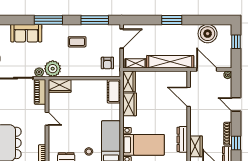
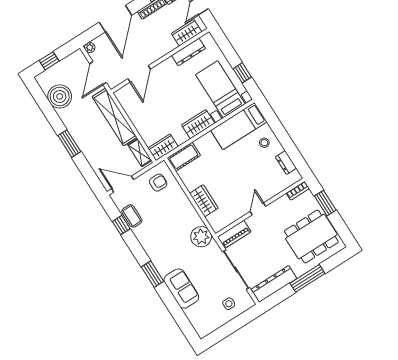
window: (48, 20) -> (152, 274), width x0.69
window: (95, 20) -> (121, 225), width x0.46
coffee table: (77, 42) -> (132, 216), moved
plant: (39, 72) -> (214, 249), removed
wardrobe: (60, 86) -> (204, 201), moved
wardrobe: (130, 104) -> (198, 124), moved
door: (236, 104) -> (115, 19), width x1.88

